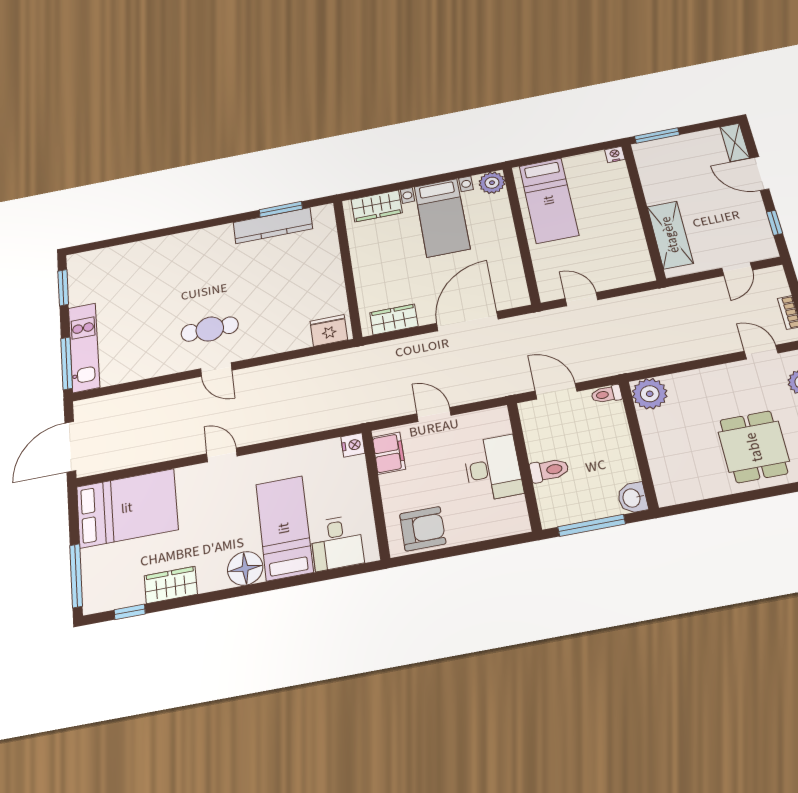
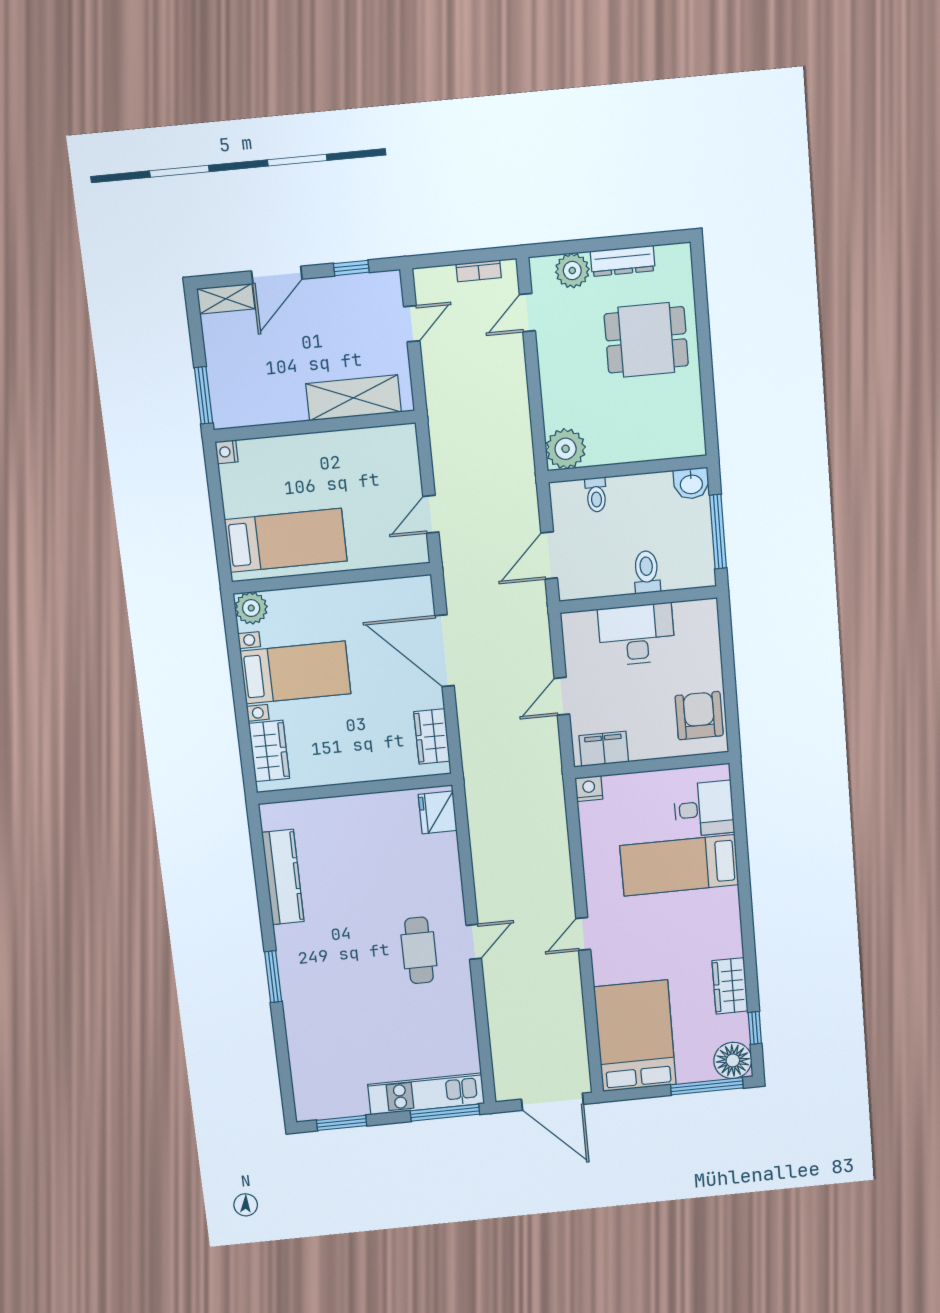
window: (281, 209) -> (273, 977), moved
door: (737, 269) -> (412, 324), hinge flipped
toilet: (606, 394) -> (596, 495), moved
floor lamp: (245, 568) -> (733, 1060), moved

